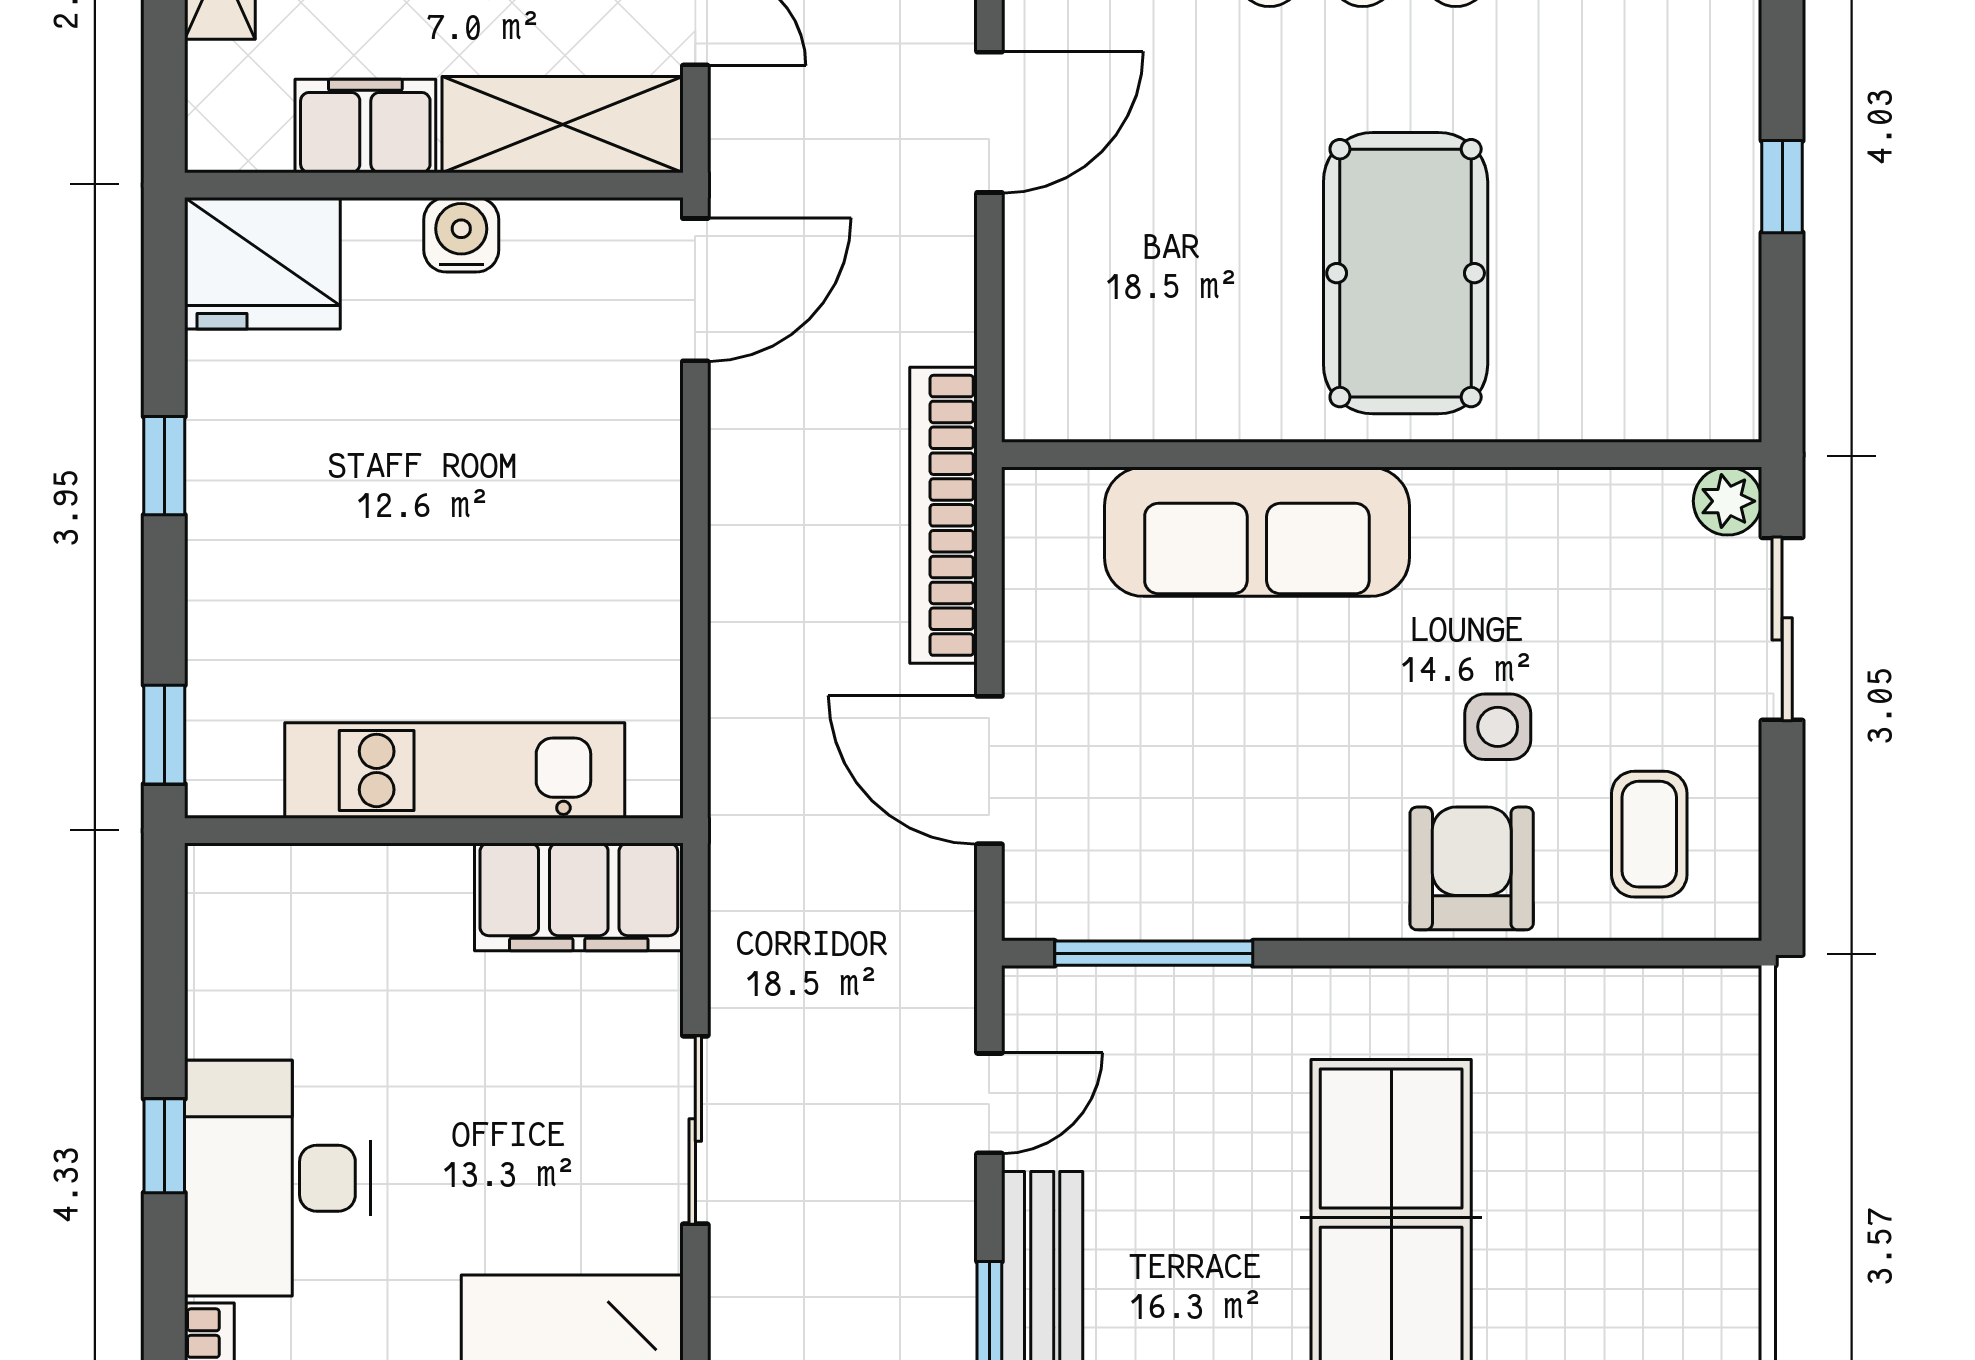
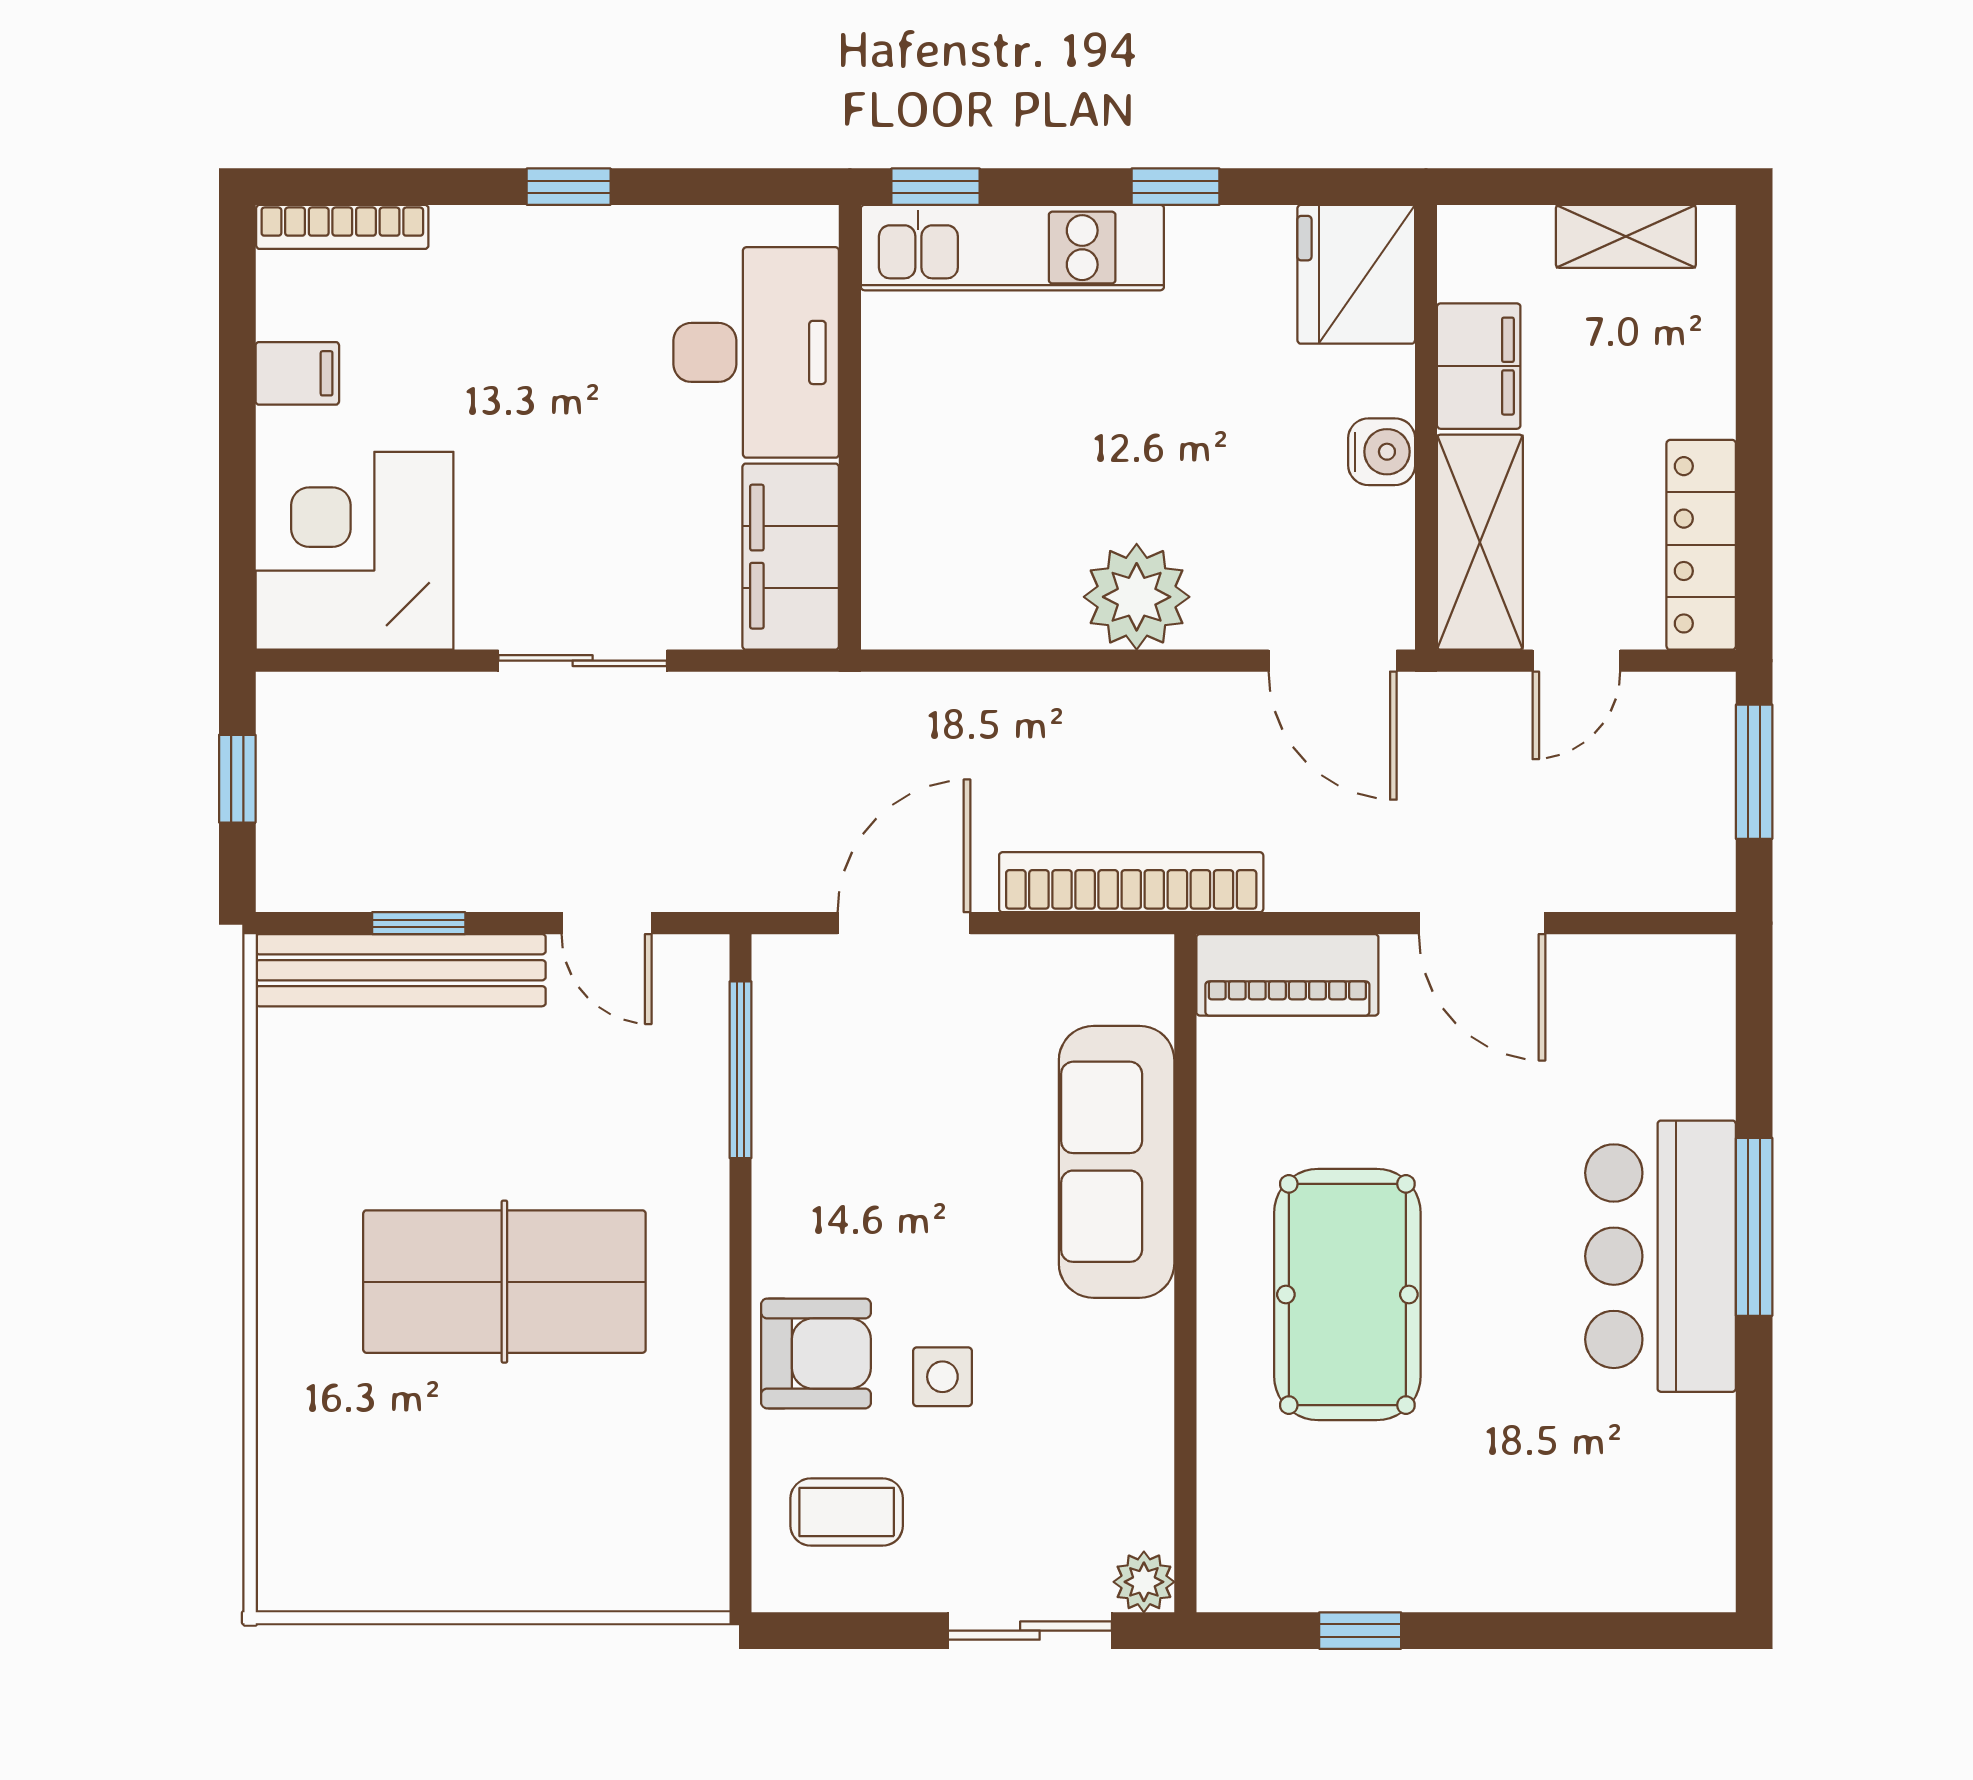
window: (1782, 187) -> (1360, 1631), moved
pool table: (1406, 273) -> (1347, 1294), turned 90
piano: (1047, 340) -> (1287, 975), added
plant: (624, 509) -> (1137, 597), added
kitchen unit: (455, 770) -> (1012, 248), moved, turned 90
desk: (277, 1178) -> (756, 352), moved, turned 90

